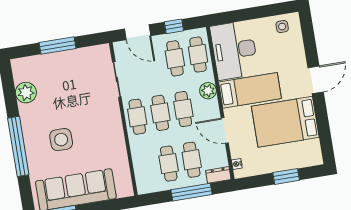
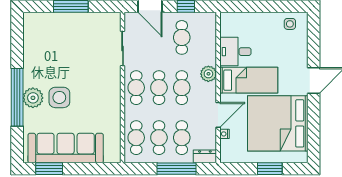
desk: (234, 50) -> (235, 52), width x0.53, depth x0.77
cafe table: (198, 55) -> (136, 138), moved
plant: (26, 93) -> (33, 98), moved
bed: (285, 122) -> (278, 123), width x1.36
door: (225, 130) -> (218, 115), swing flipped
nightstand: (237, 164) -> (224, 134), moved

